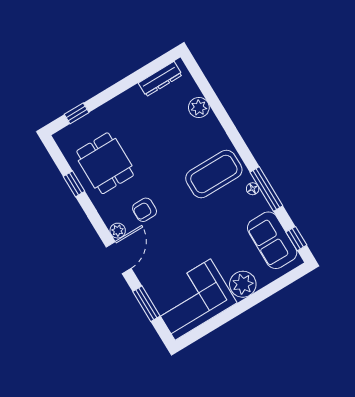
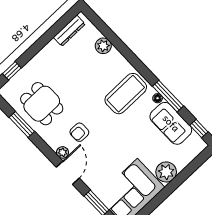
window: (74, 184) -> (22, 124), width x1.50
sofa: (272, 240) -> (171, 123), moved

